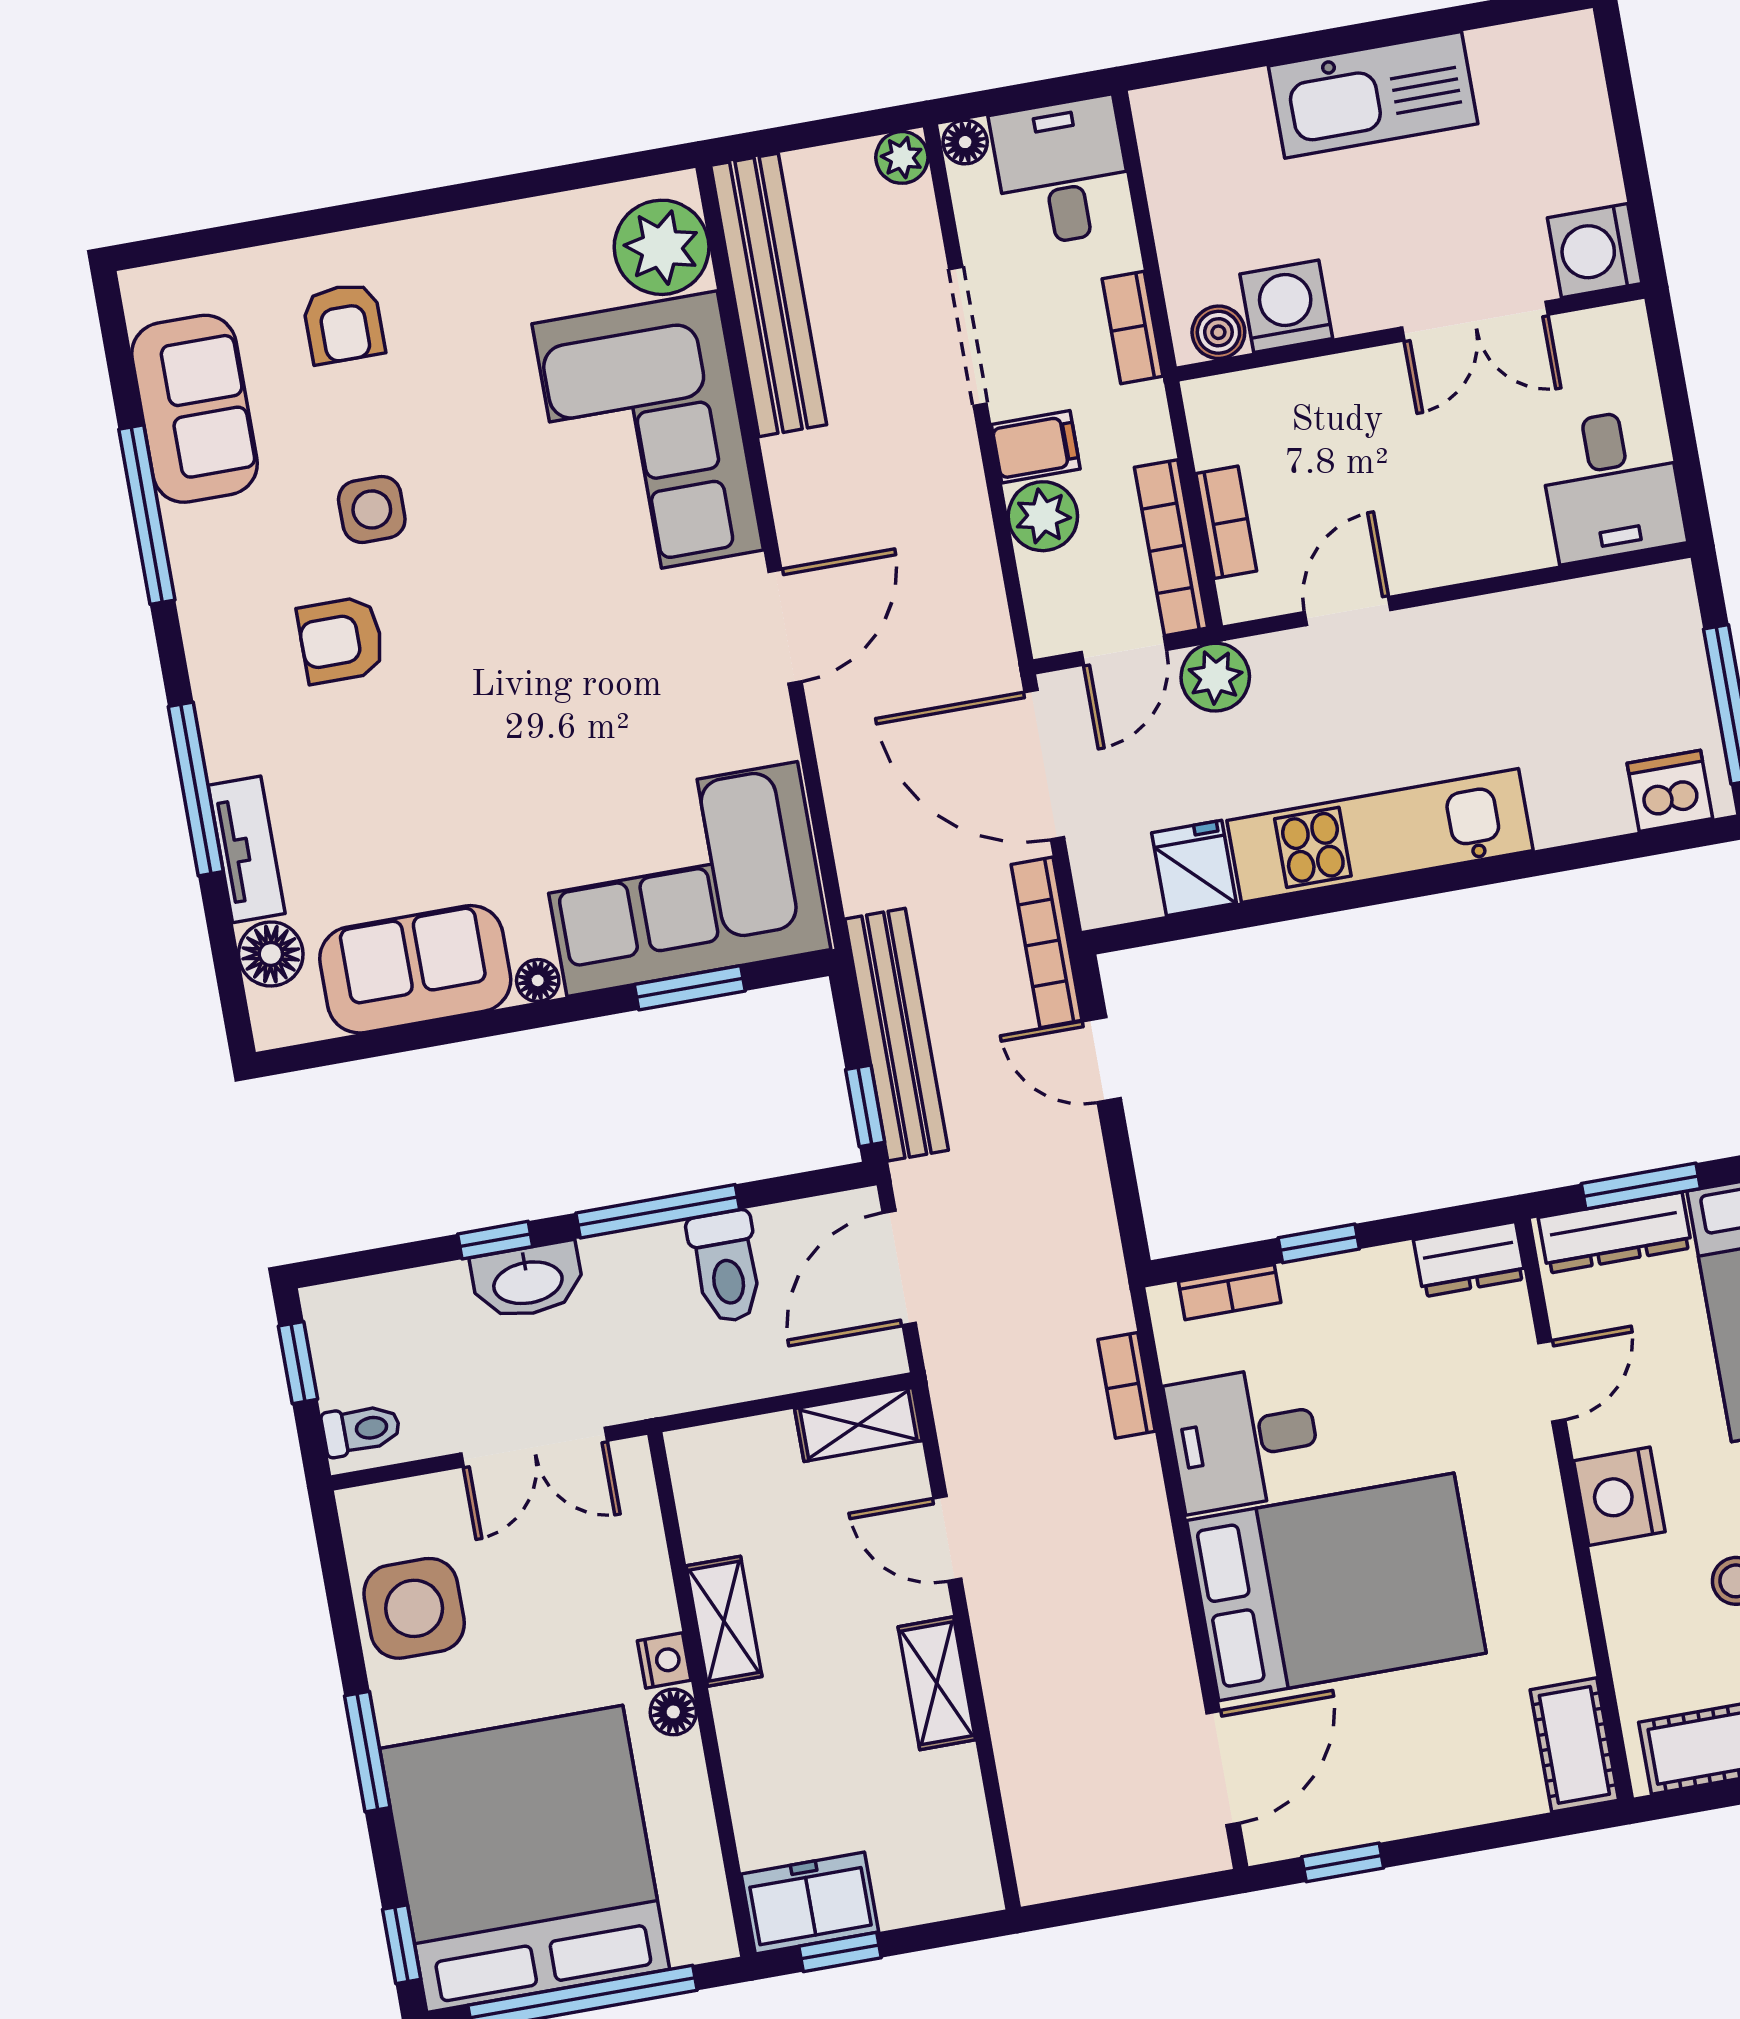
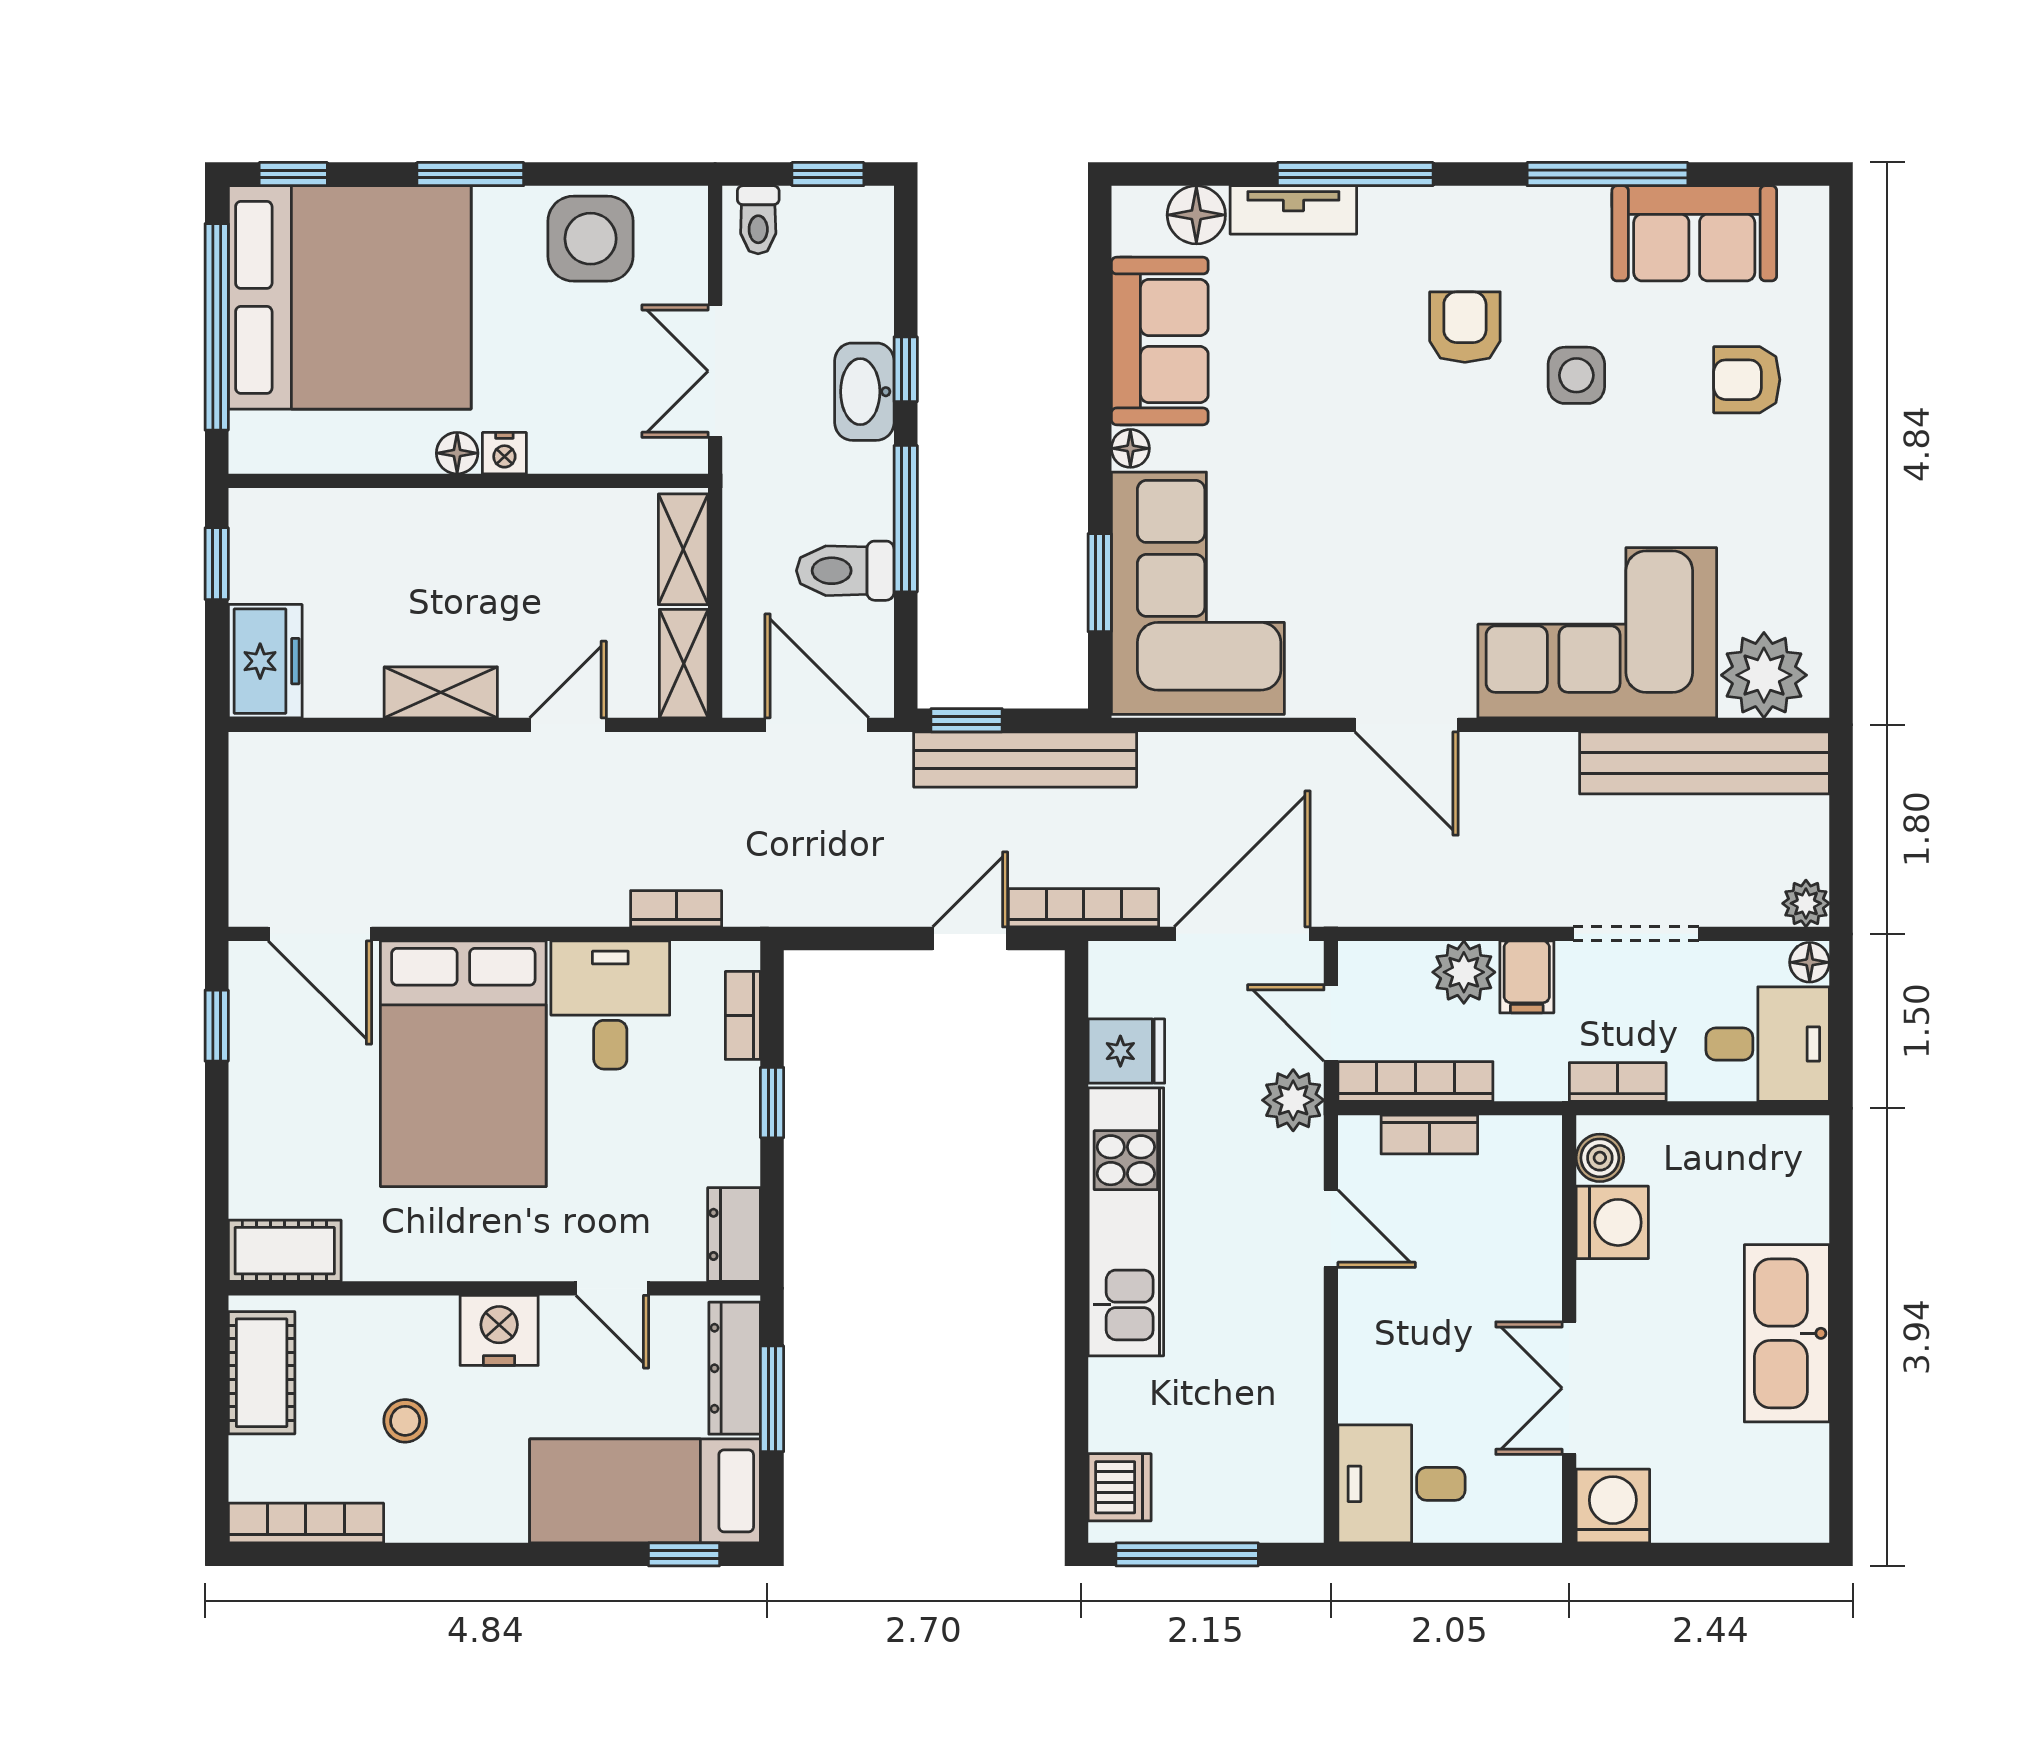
shelving: (724, 1621) -> (683, 549), moved, turned 90
freezer: (810, 1903) -> (265, 661), moved

